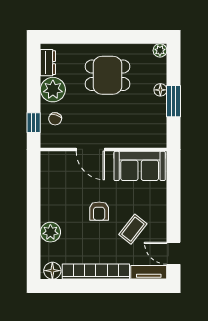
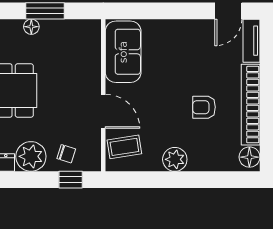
door: (90, 149) -> (103, 111), hinge flipped
armchair: (99, 211) -> (204, 107), moved, turned 180
coffee table: (133, 229) -> (124, 147), moved, turned -47
plant: (50, 232) -> (175, 159), moved

